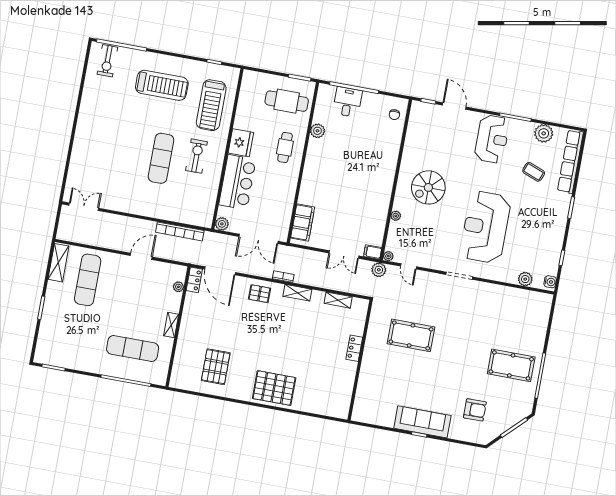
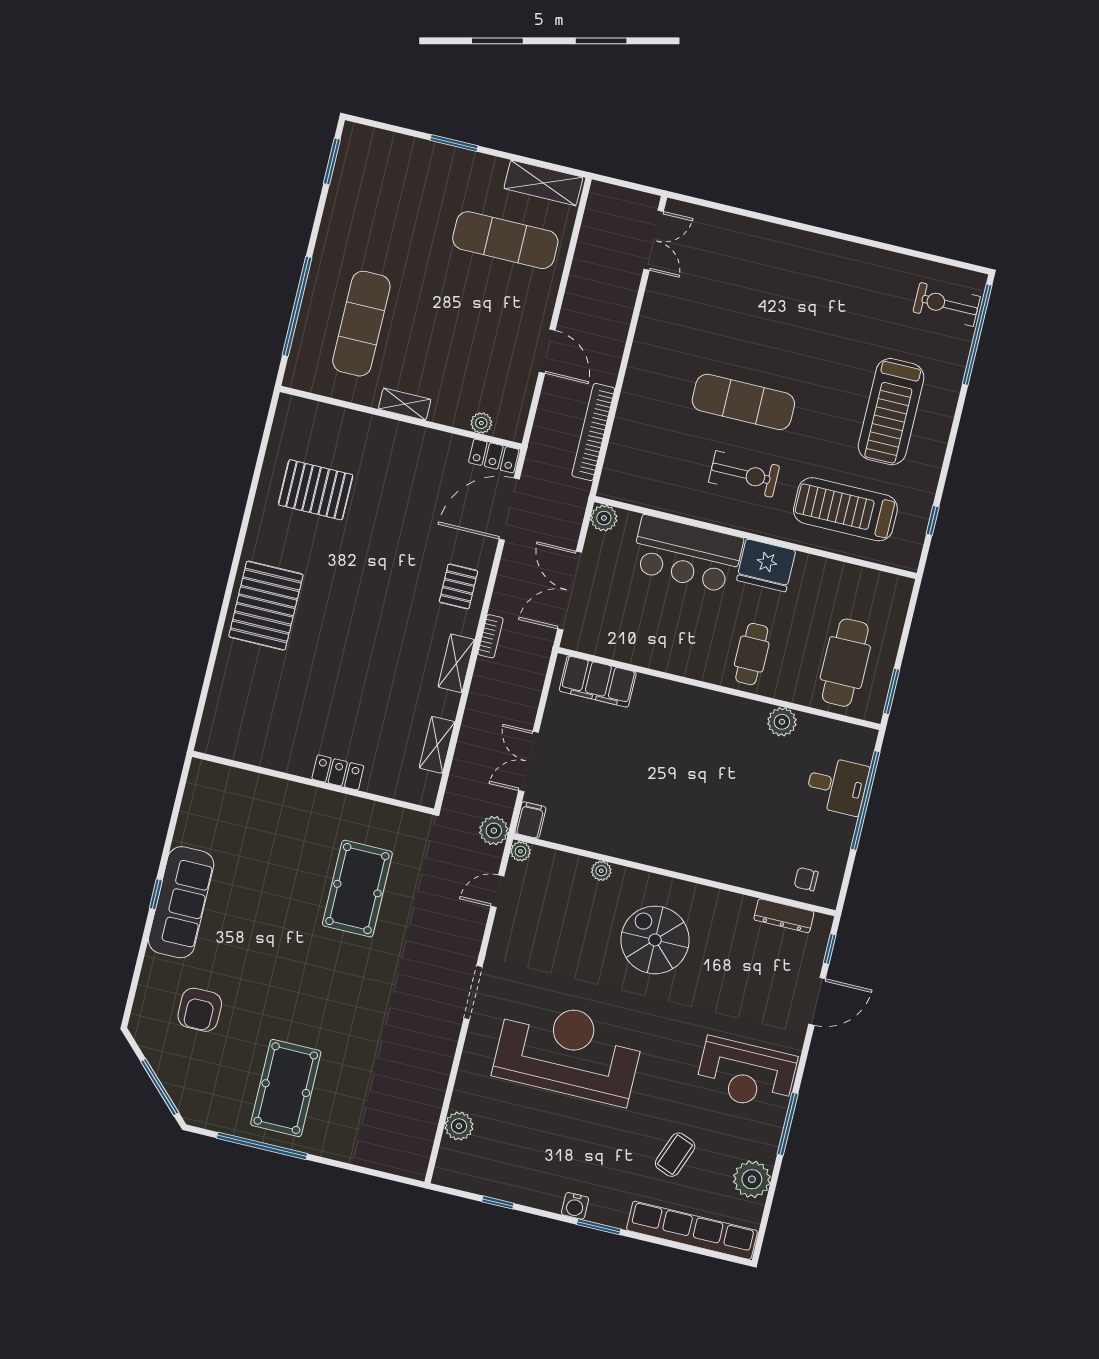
dresser: (413, 125) -> (784, 916), added
cafe table: (285, 147) -> (752, 654), turned 90
water cooler: (550, 282) -> (575, 1206), moved

